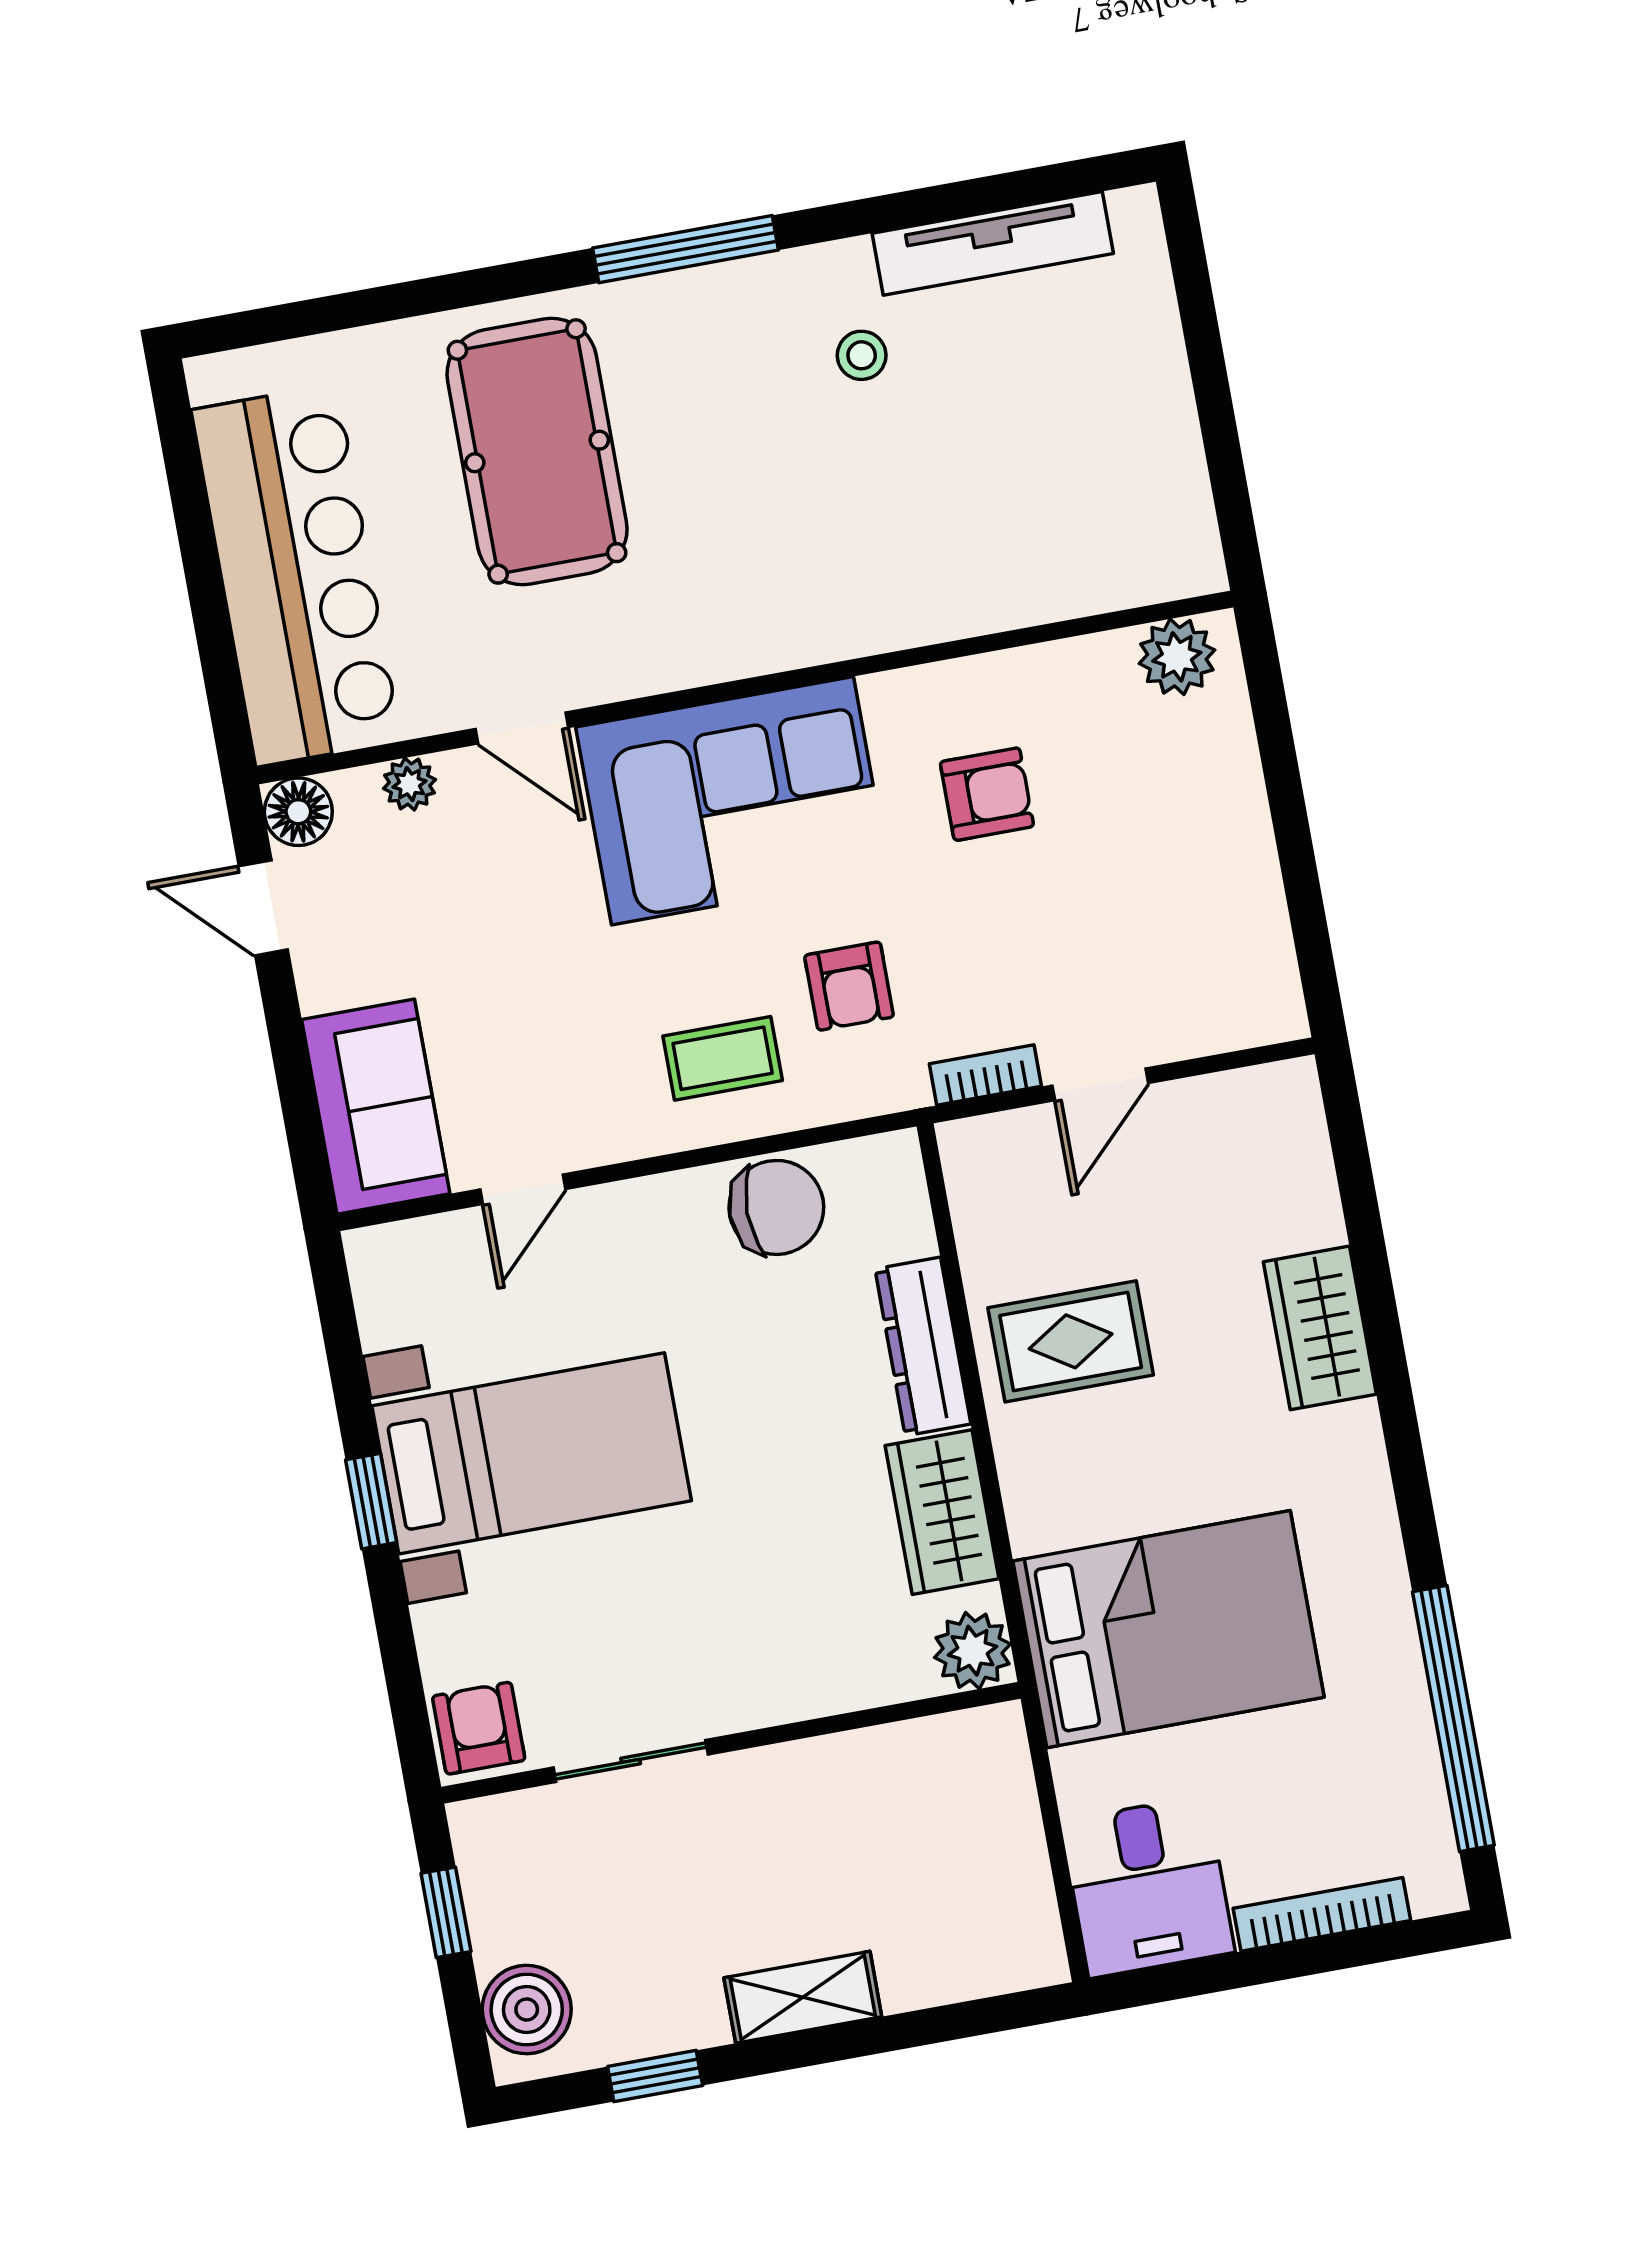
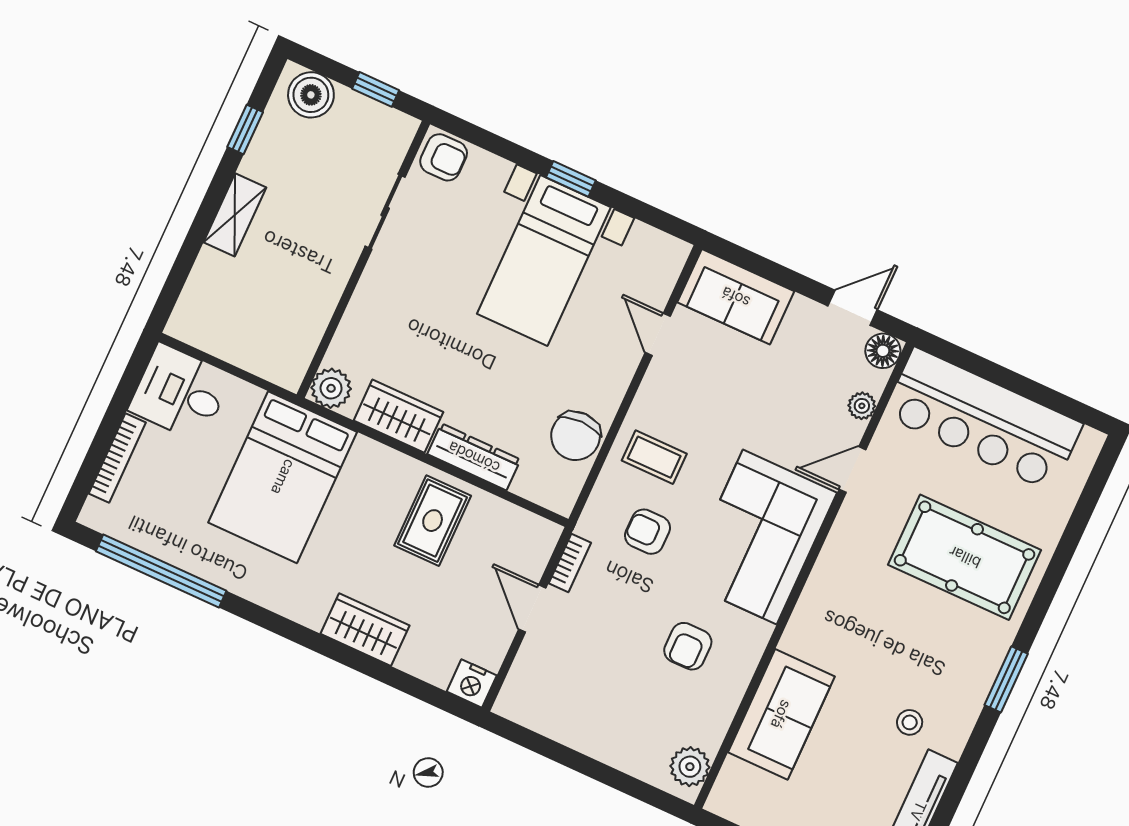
window: (685, 249) -> (1006, 679), width x0.69
sofa: (992, 569) -> (781, 714), added
coffee table: (723, 1058) -> (654, 457), turned 90
nightstand: (1287, 1098) -> (472, 683), added

